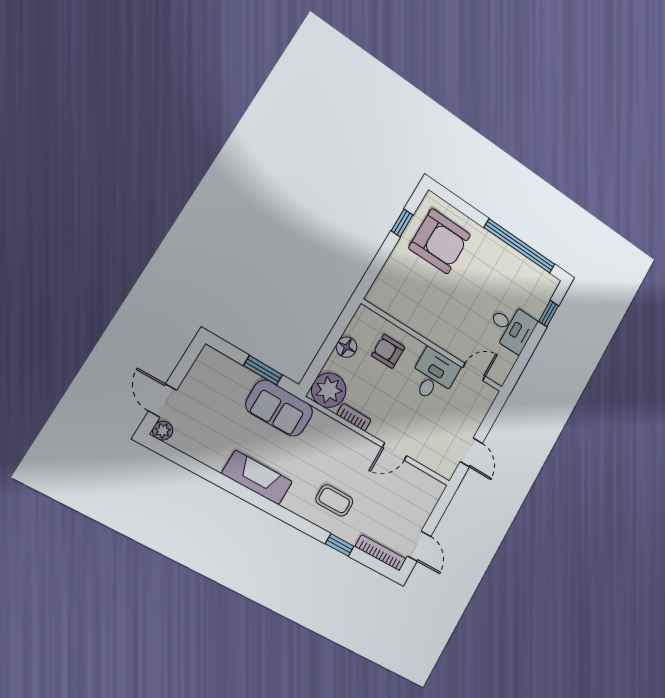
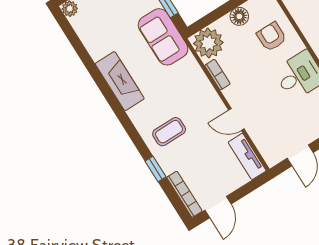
tv unit: (423, 482) -> (247, 156), added
coffee table: (334, 500) -> (169, 132), turned 90

